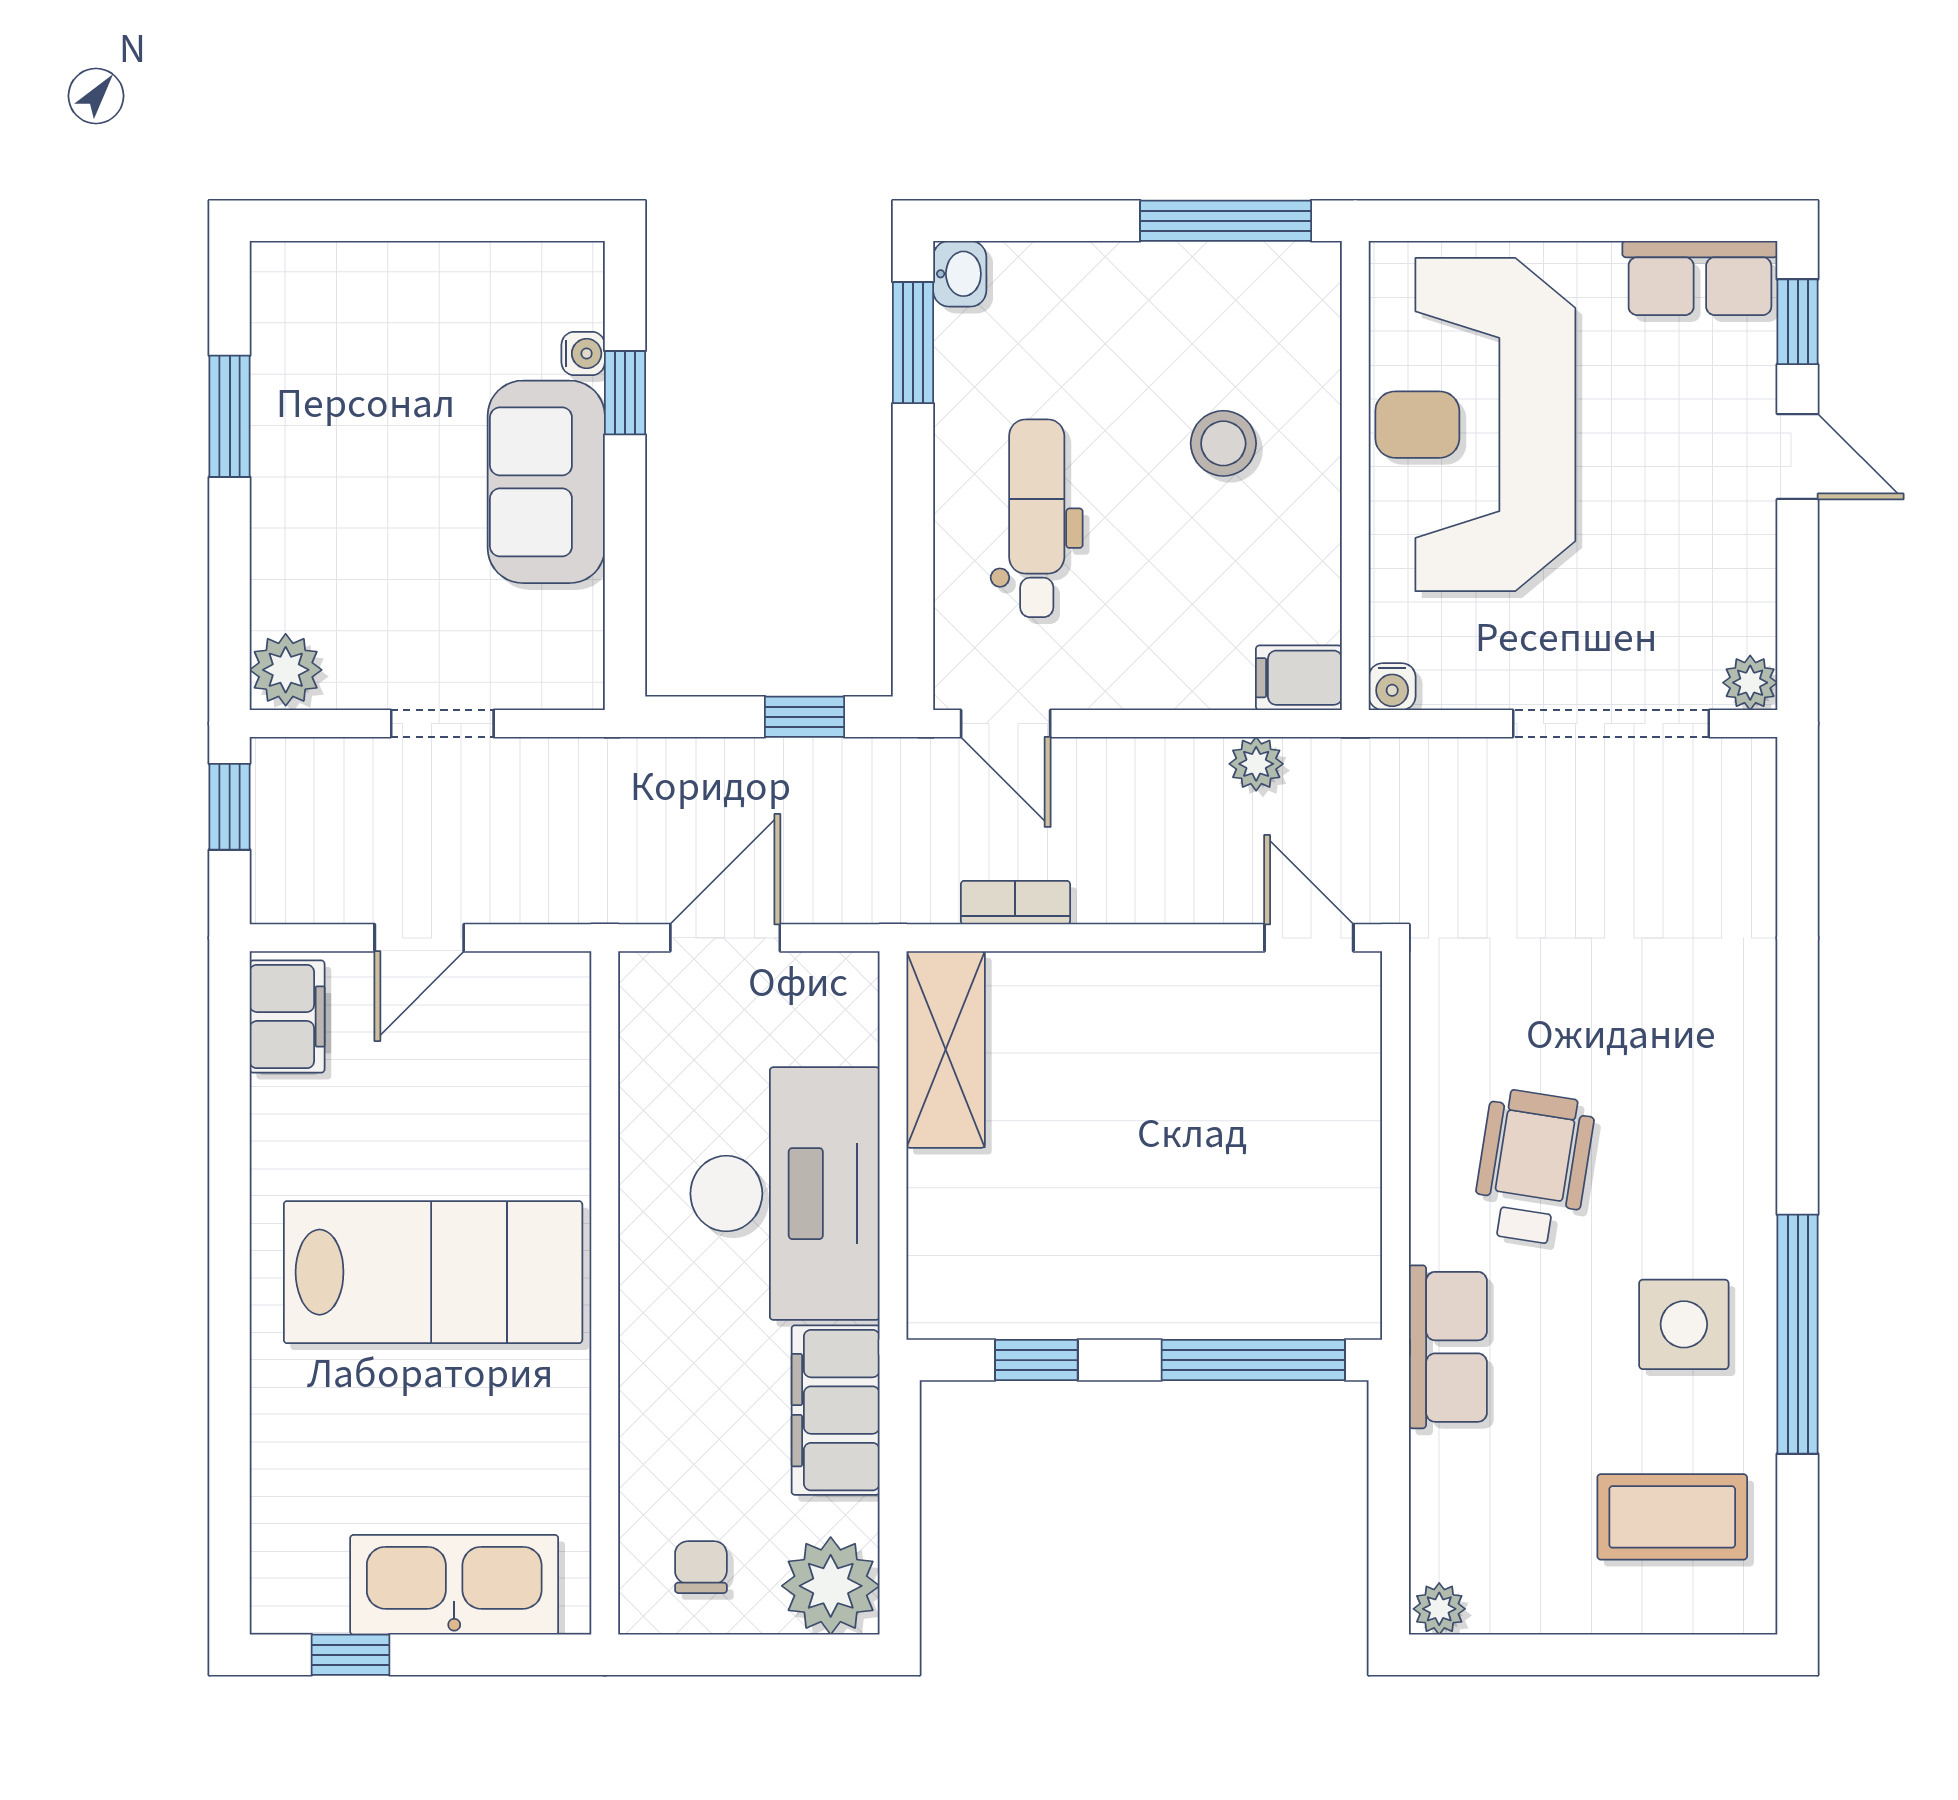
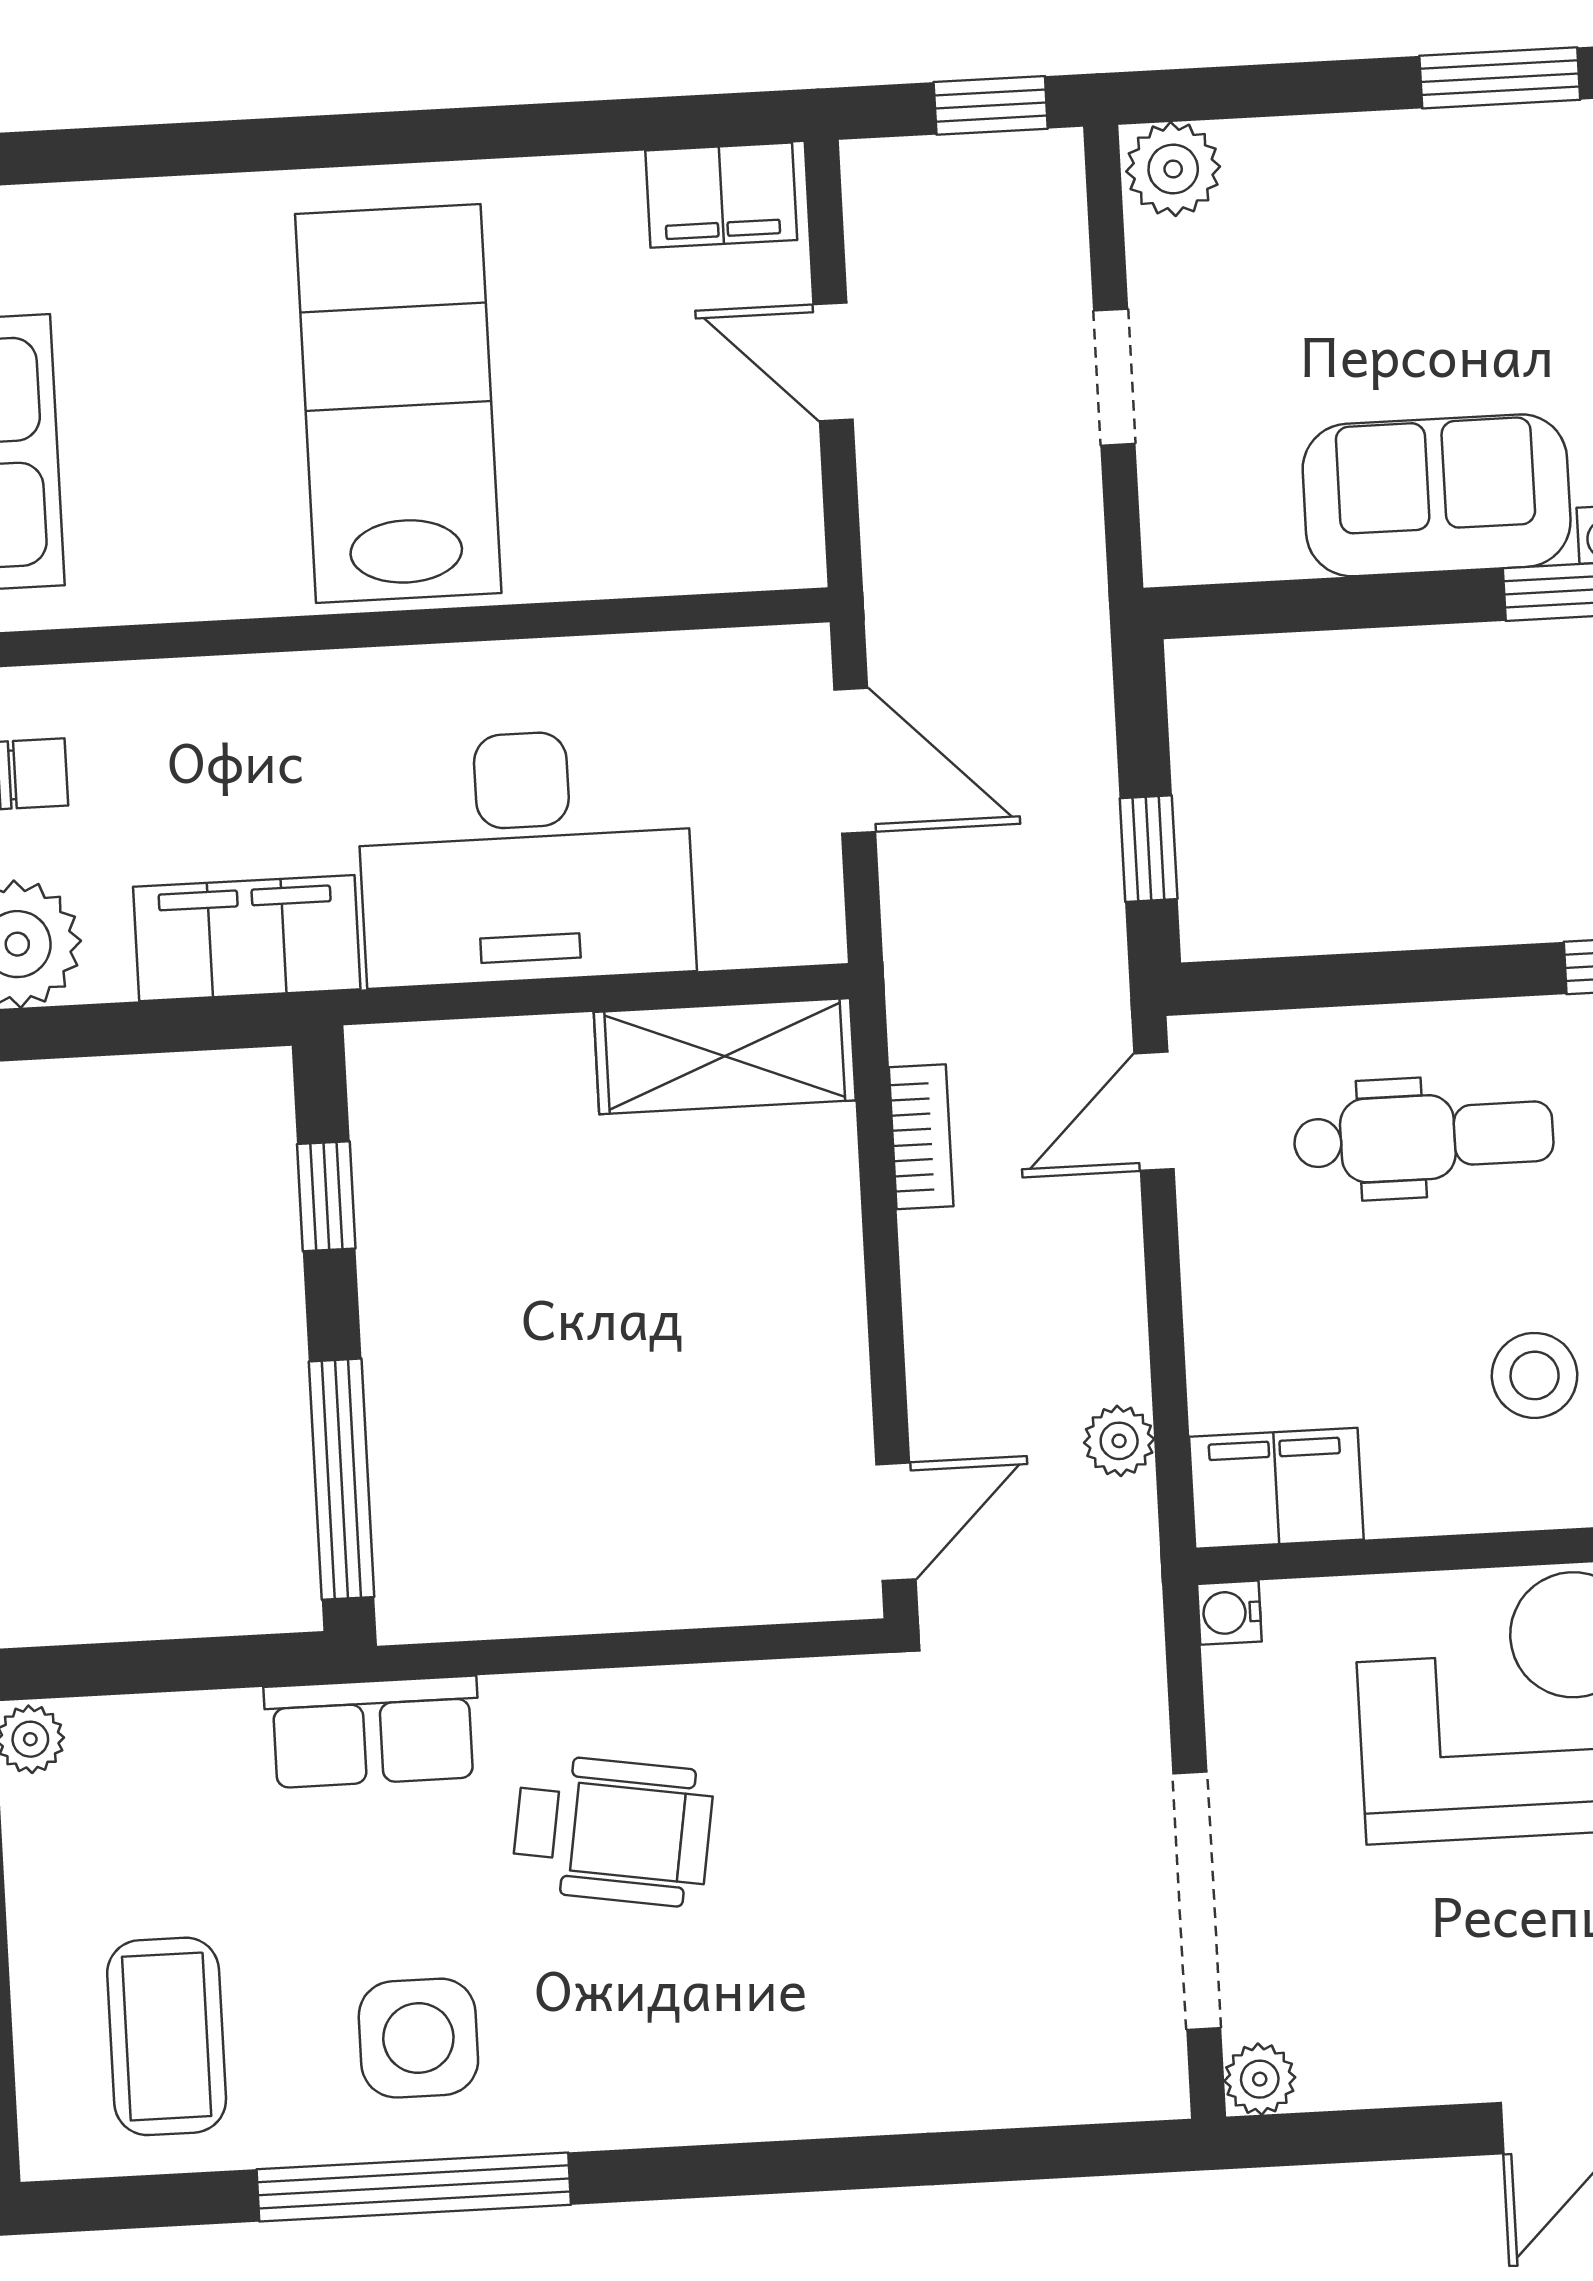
filing cabinet: (1299, 678) -> (1276, 1488), width x2.00
lab bench: (433, 1272) -> (398, 404), turned 180

